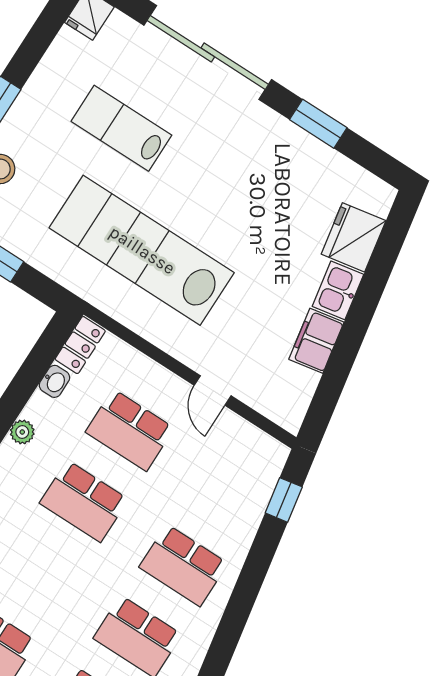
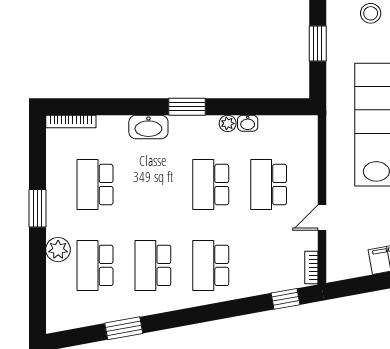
locker: (80, 345) -> (299, 125), removed
washbasin: (54, 381) -> (248, 123), moved
bookcase: (266, 443) -> (311, 267), added

